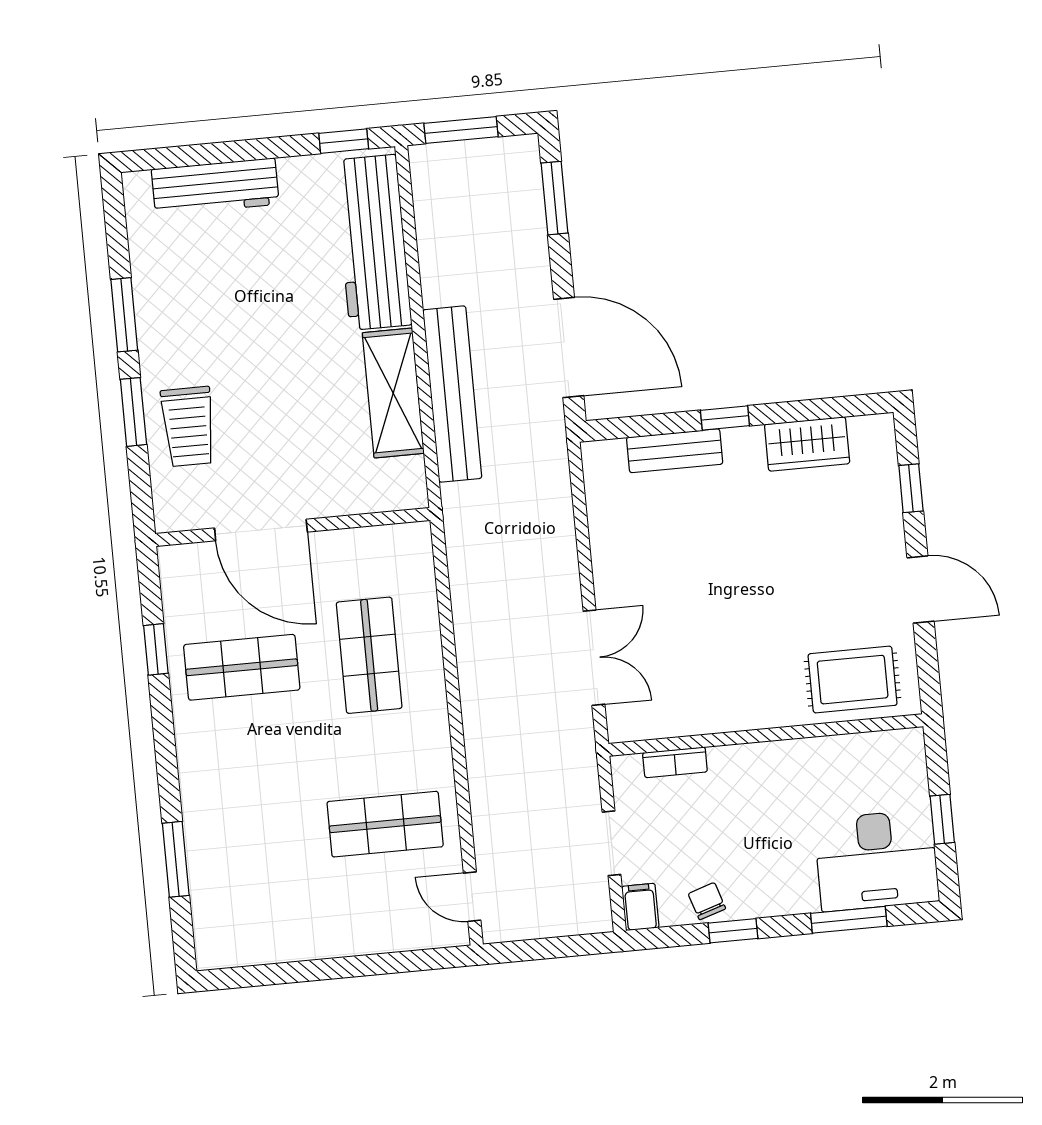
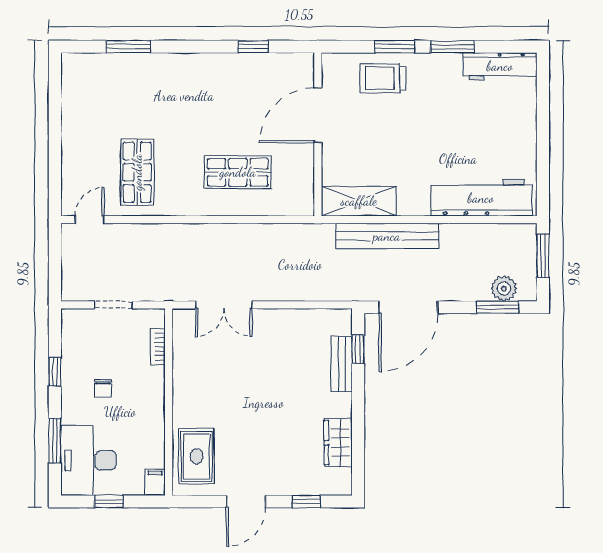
window: (344, 141) -> (543, 186), removed
workbench: (215, 187) -> (500, 66), moved, turned -90
plant: (522, 190) -> (504, 289), added
shelving: (393, 393) -> (359, 201), moved
window: (725, 418) -> (358, 349), moved
shop shelf: (242, 667) -> (238, 96), removed
chair: (707, 901) -> (103, 388), moved, turned 108
filing cabinet: (640, 907) -> (155, 482), moved, turned -90

